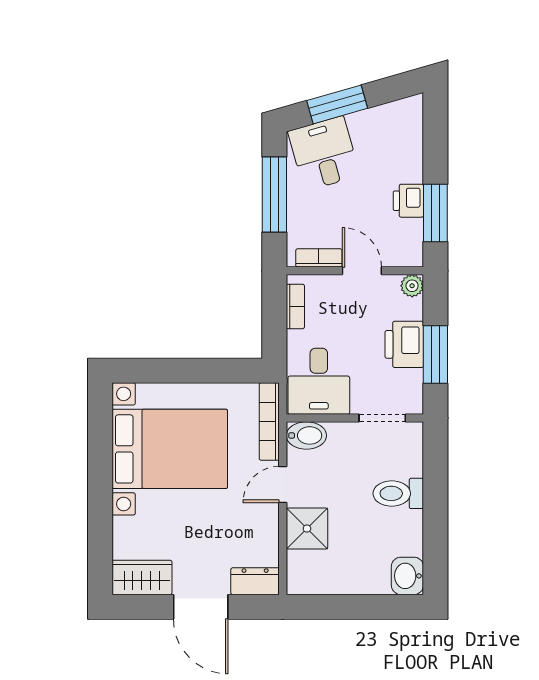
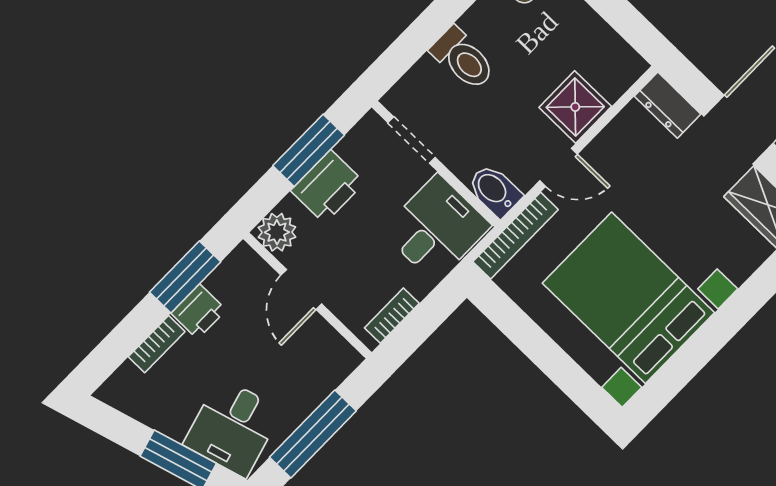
bookcase: (319, 258) -> (157, 344), moved, turned -90
plant: (412, 286) -> (277, 232), width x1.38, depth x1.38

